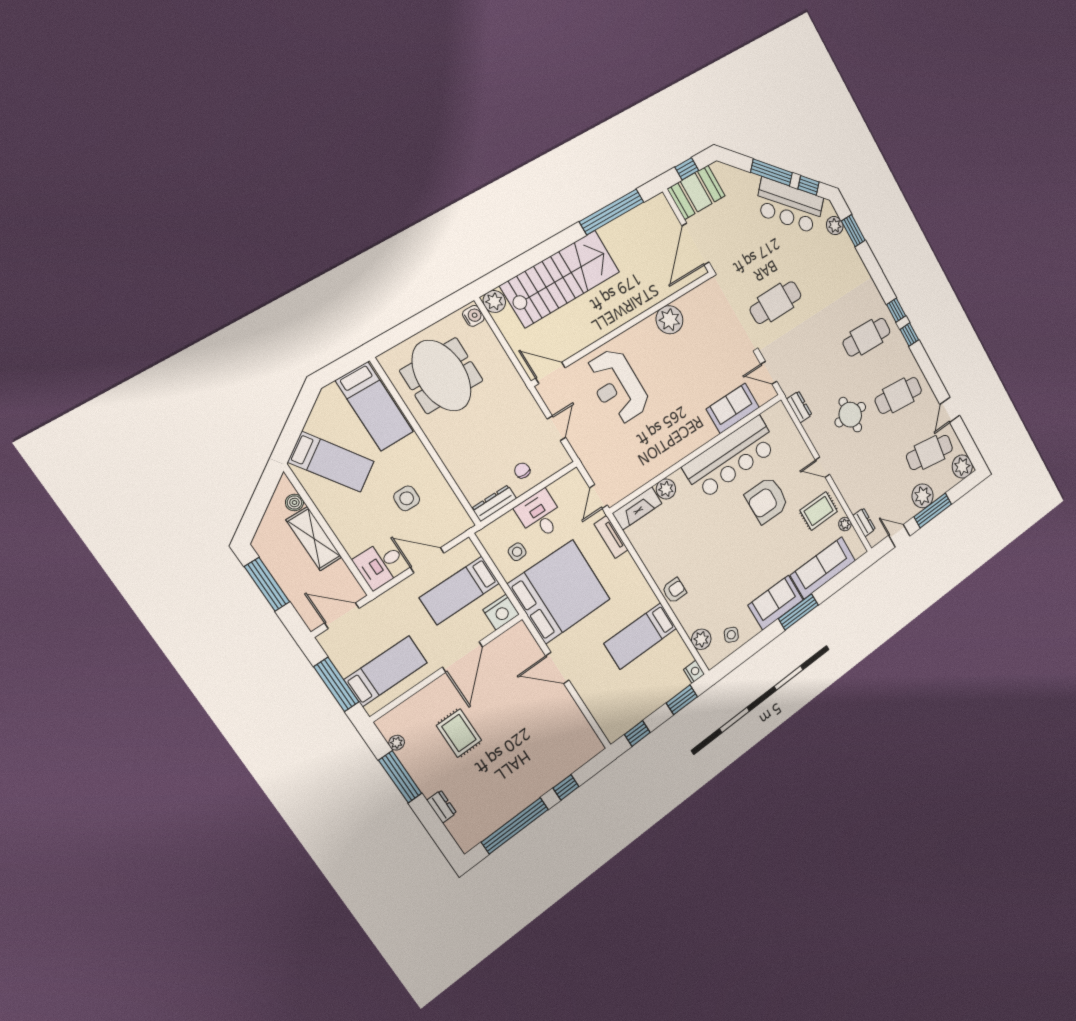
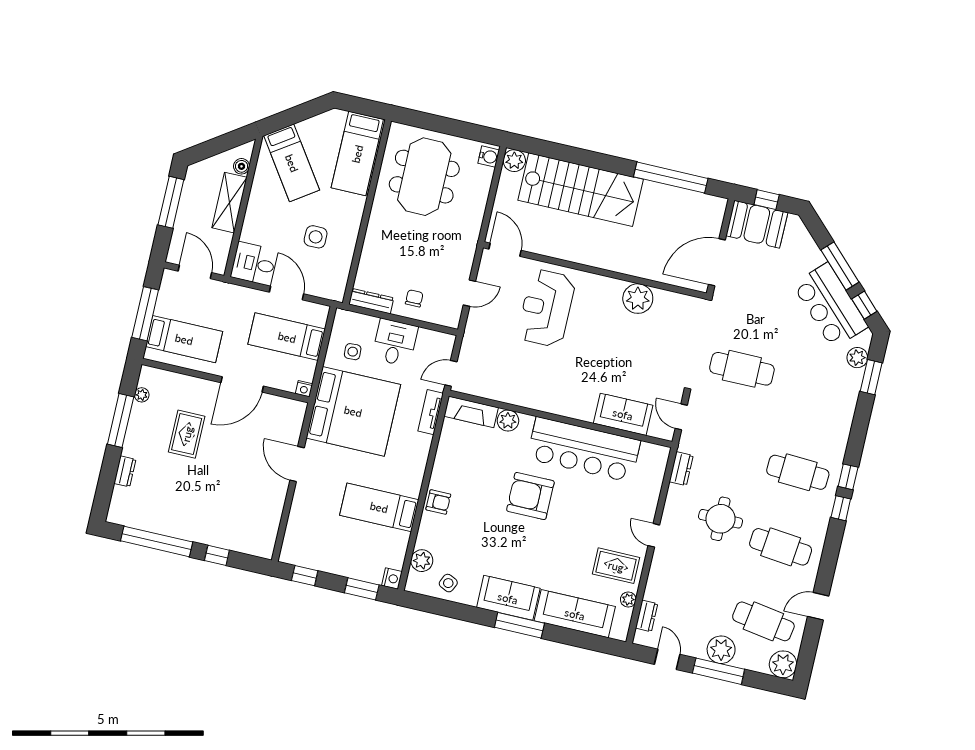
armchair: (767, 500) -> (530, 496), moved
nightstand: (501, 612) -> (304, 389), width x0.53, depth x0.56

